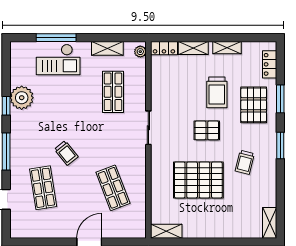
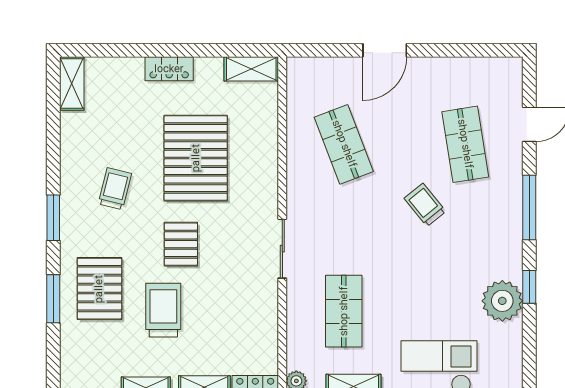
locker: (270, 64) -> (169, 69), moved, turned 90
pallet: (207, 130) -> (181, 244), turned 90
pallet: (198, 180) -> (196, 158), turned 90

